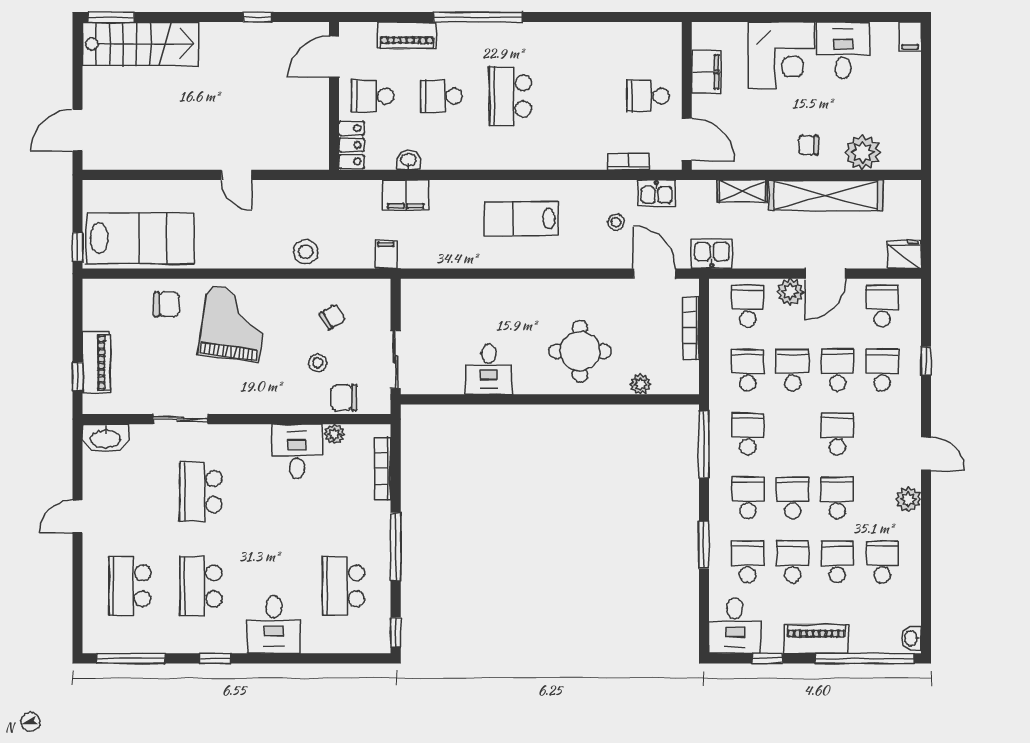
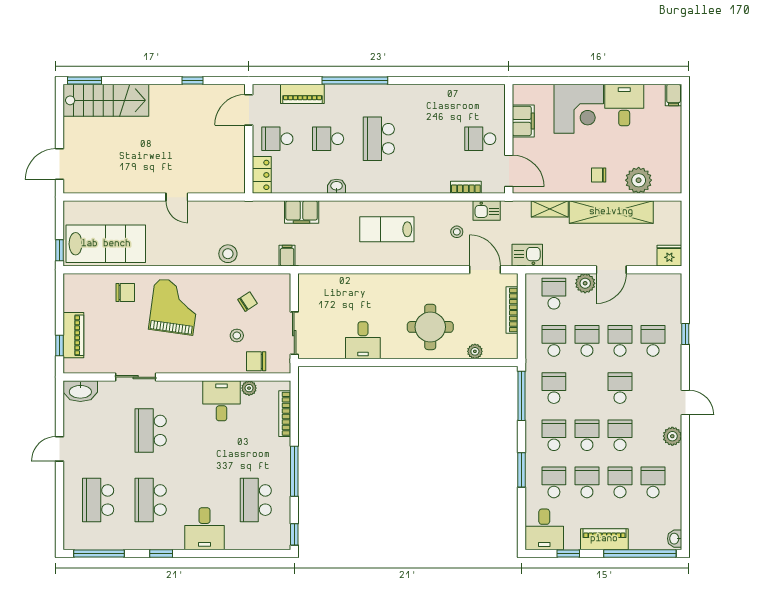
washbasin: (408, 160) -> (337, 186), moved
school desk: (882, 306) -> (653, 294), removed

